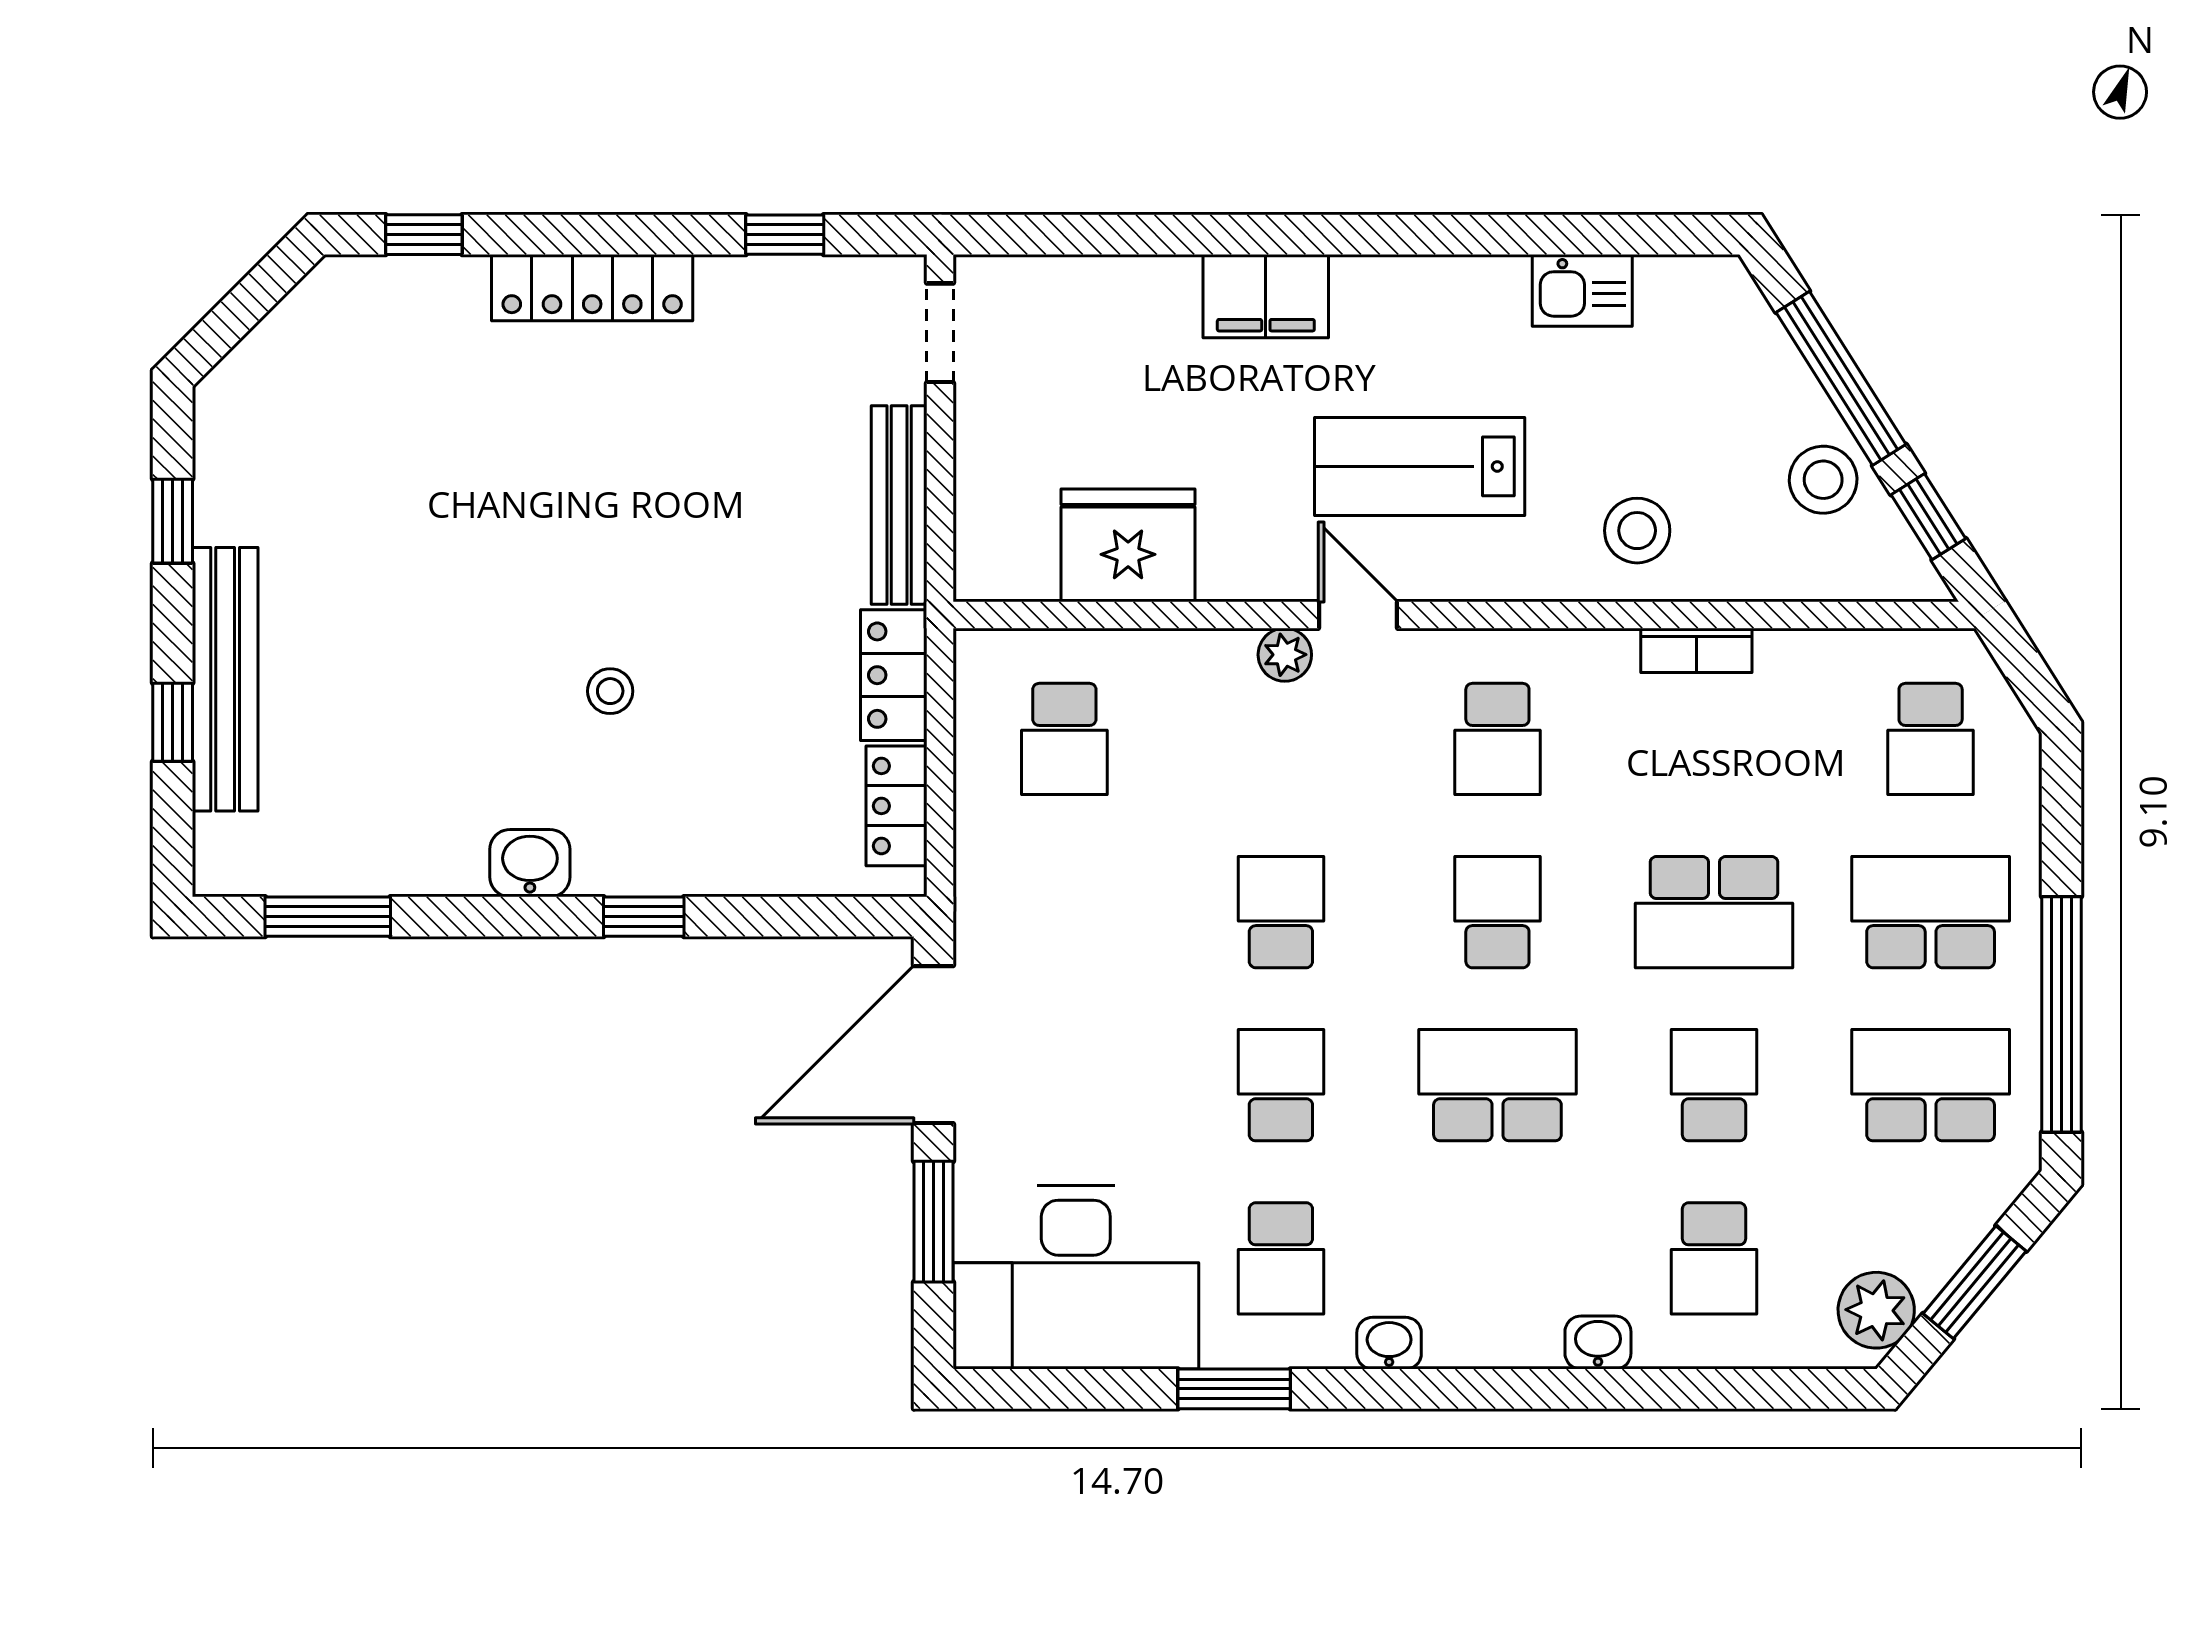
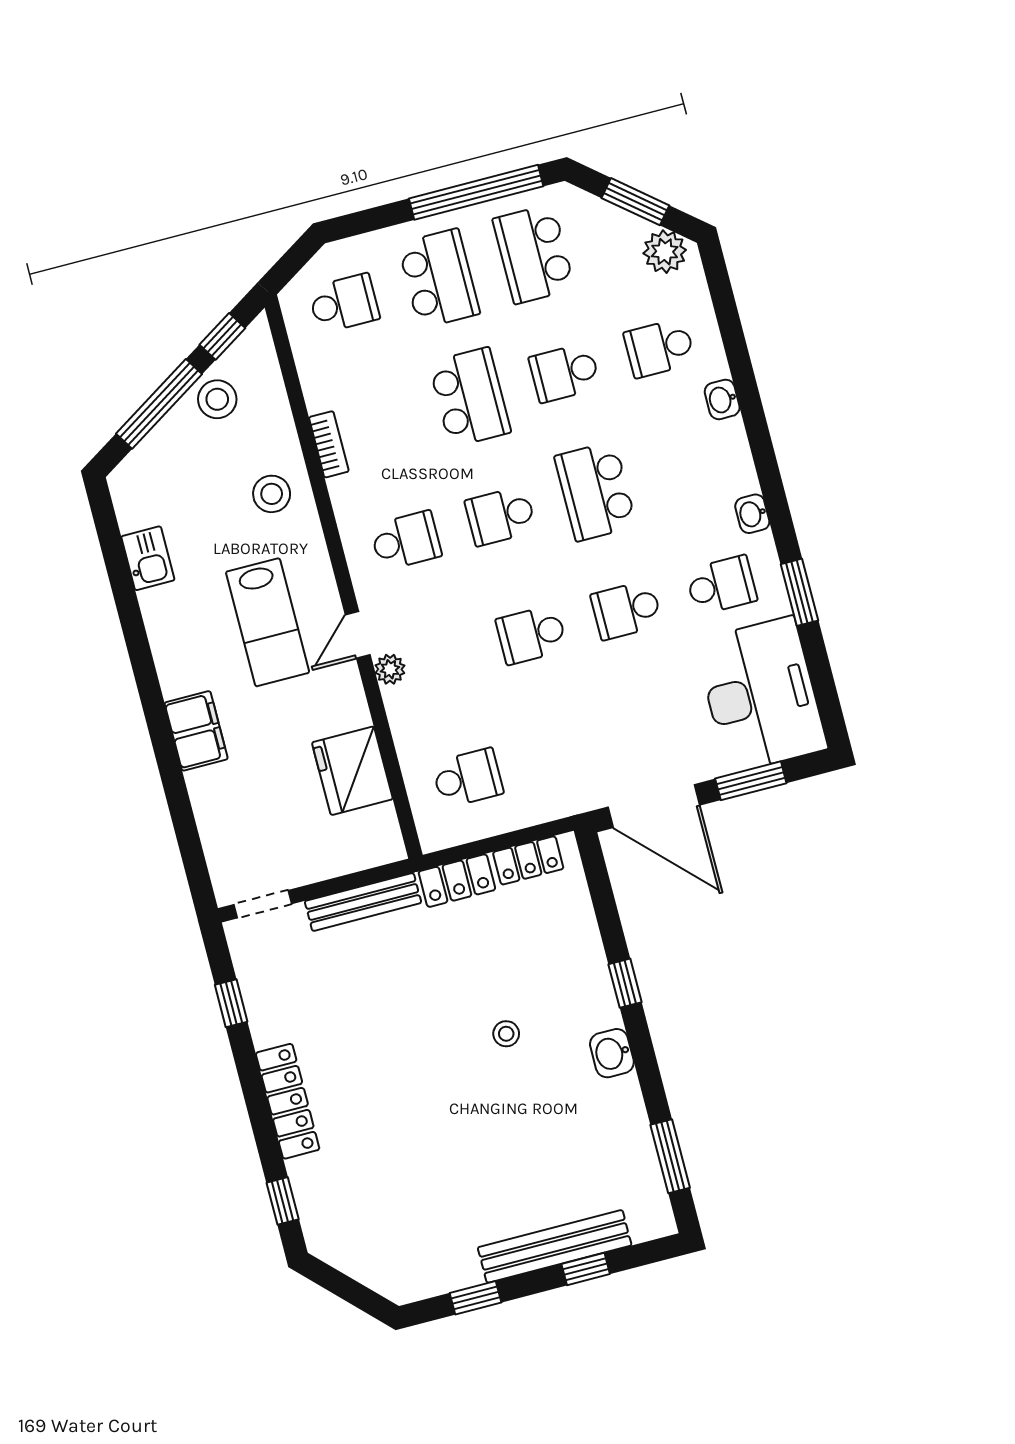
school desk: (1931, 912) -> (439, 279), turned 180
school desk: (1714, 1258) -> (659, 348), turned 180

